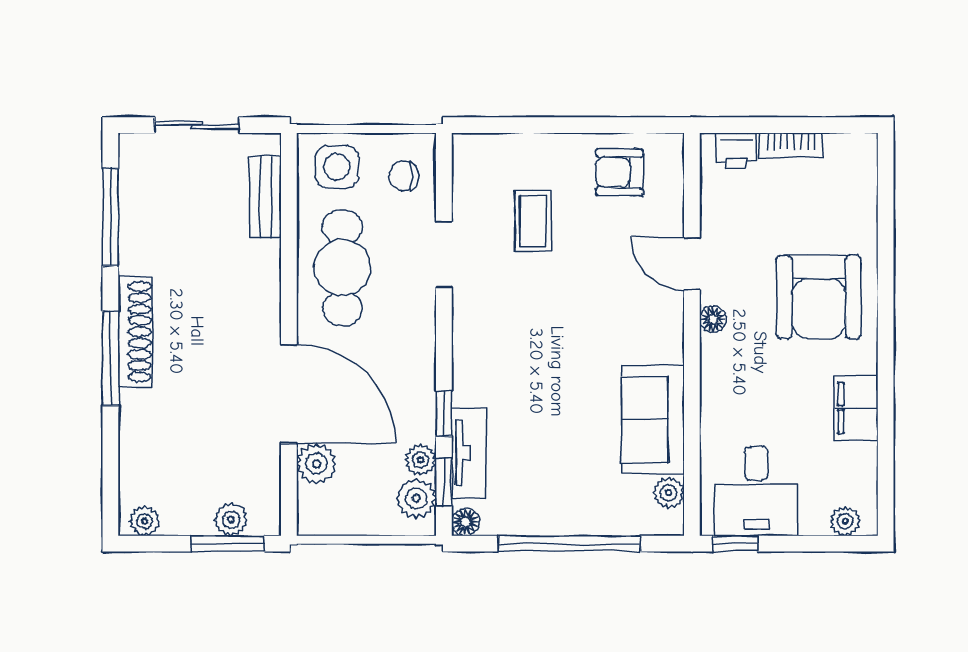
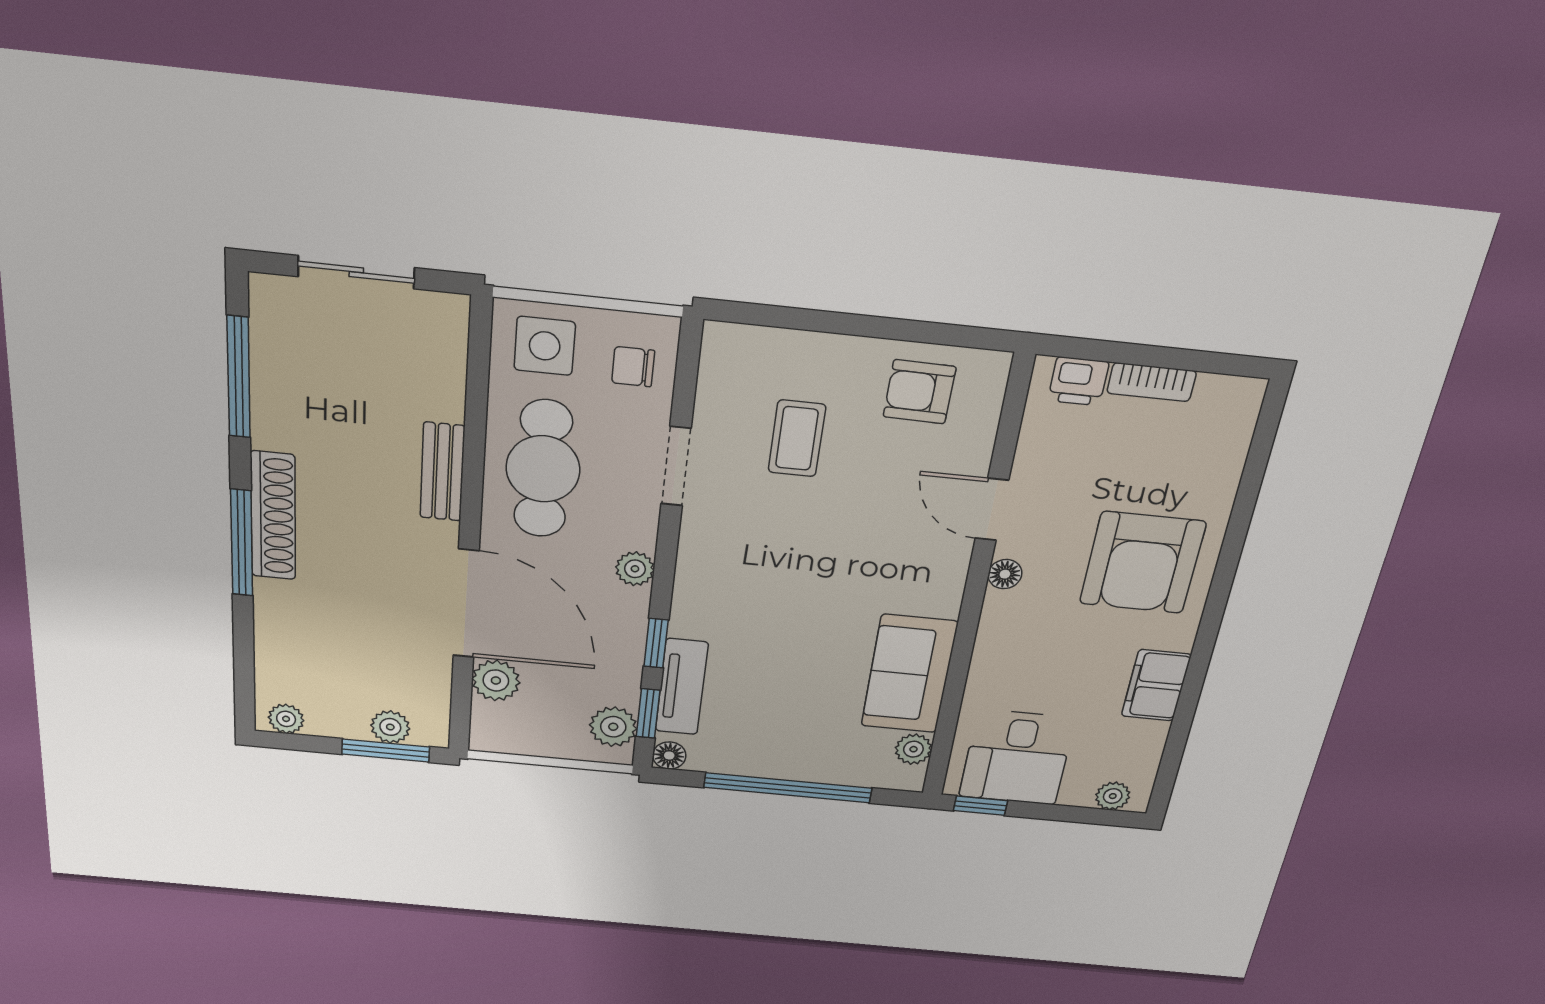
bench: (265, 197) -> (442, 472), moved
plant: (421, 460) -> (635, 569), moved

